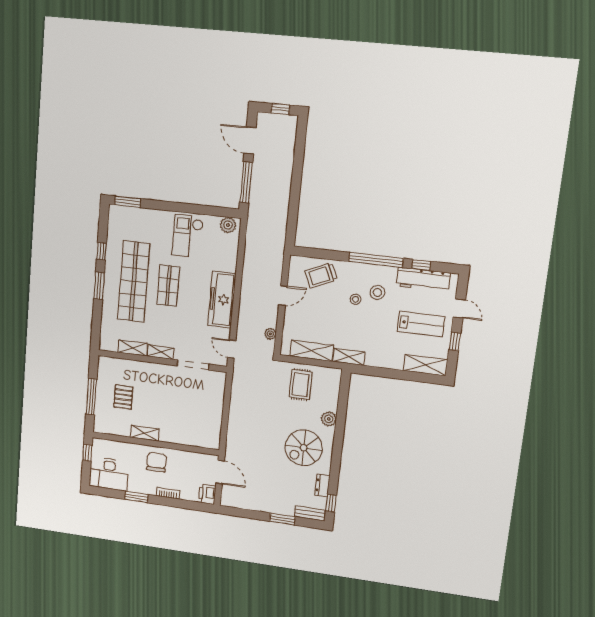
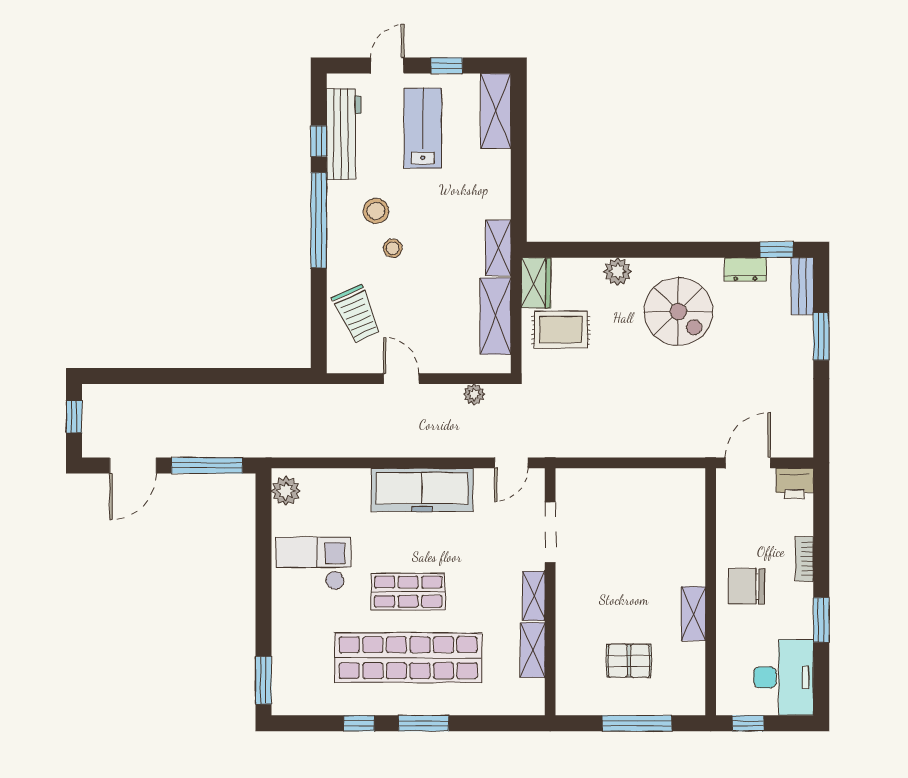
checkout: (188, 236) -> (313, 564), turned 180
wardrobe: (327, 375) -> (536, 283), added

